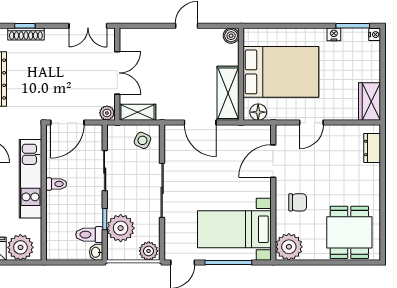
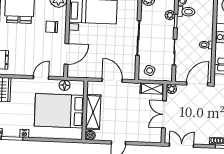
shelving: (228, 93) -> (93, 112), moved
floor lamp: (258, 112) -> (65, 85), moved
plant: (121, 228) -> (170, 15), width x0.53, depth x0.53

